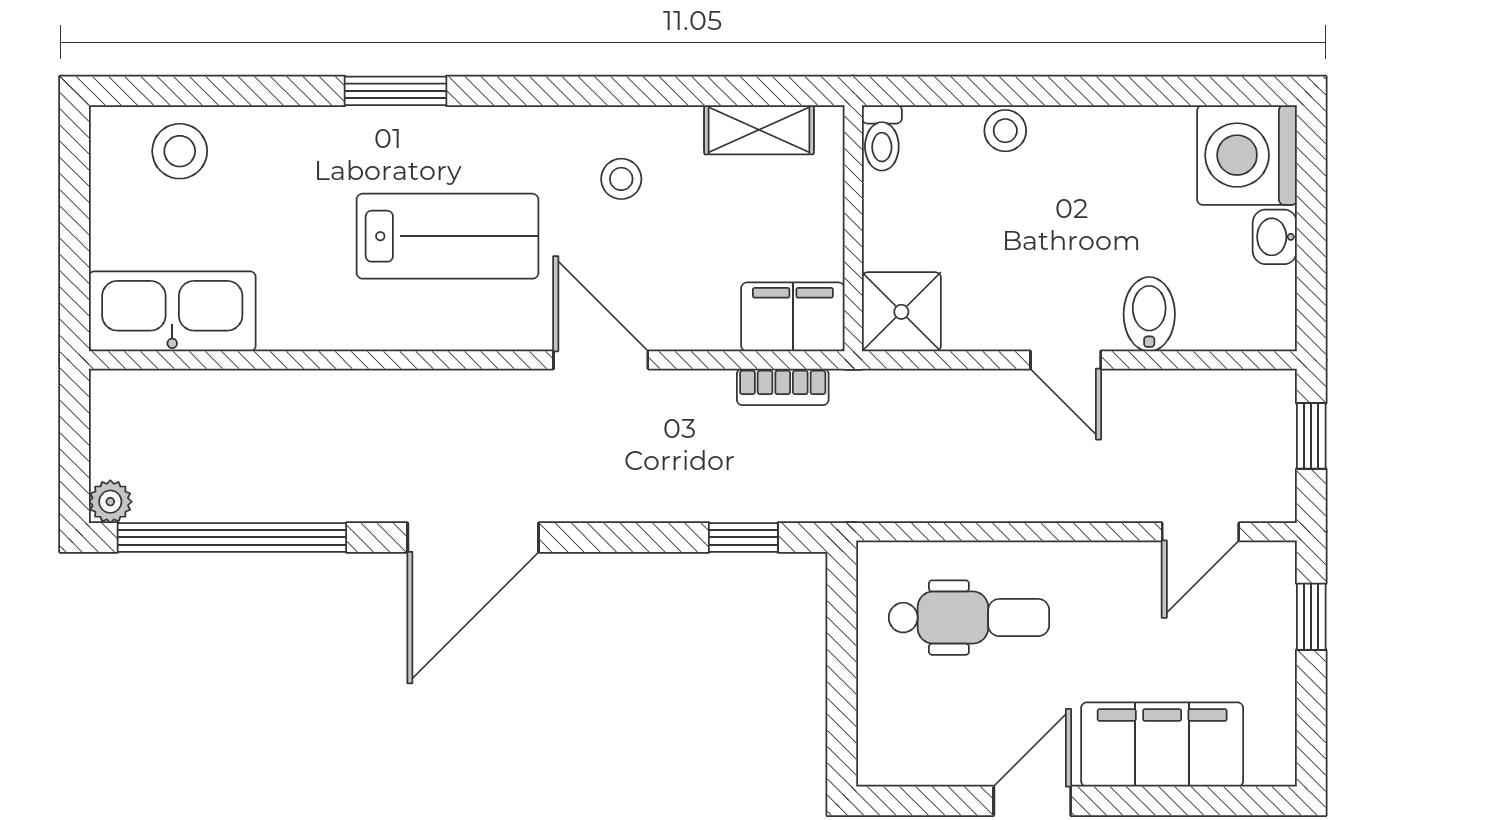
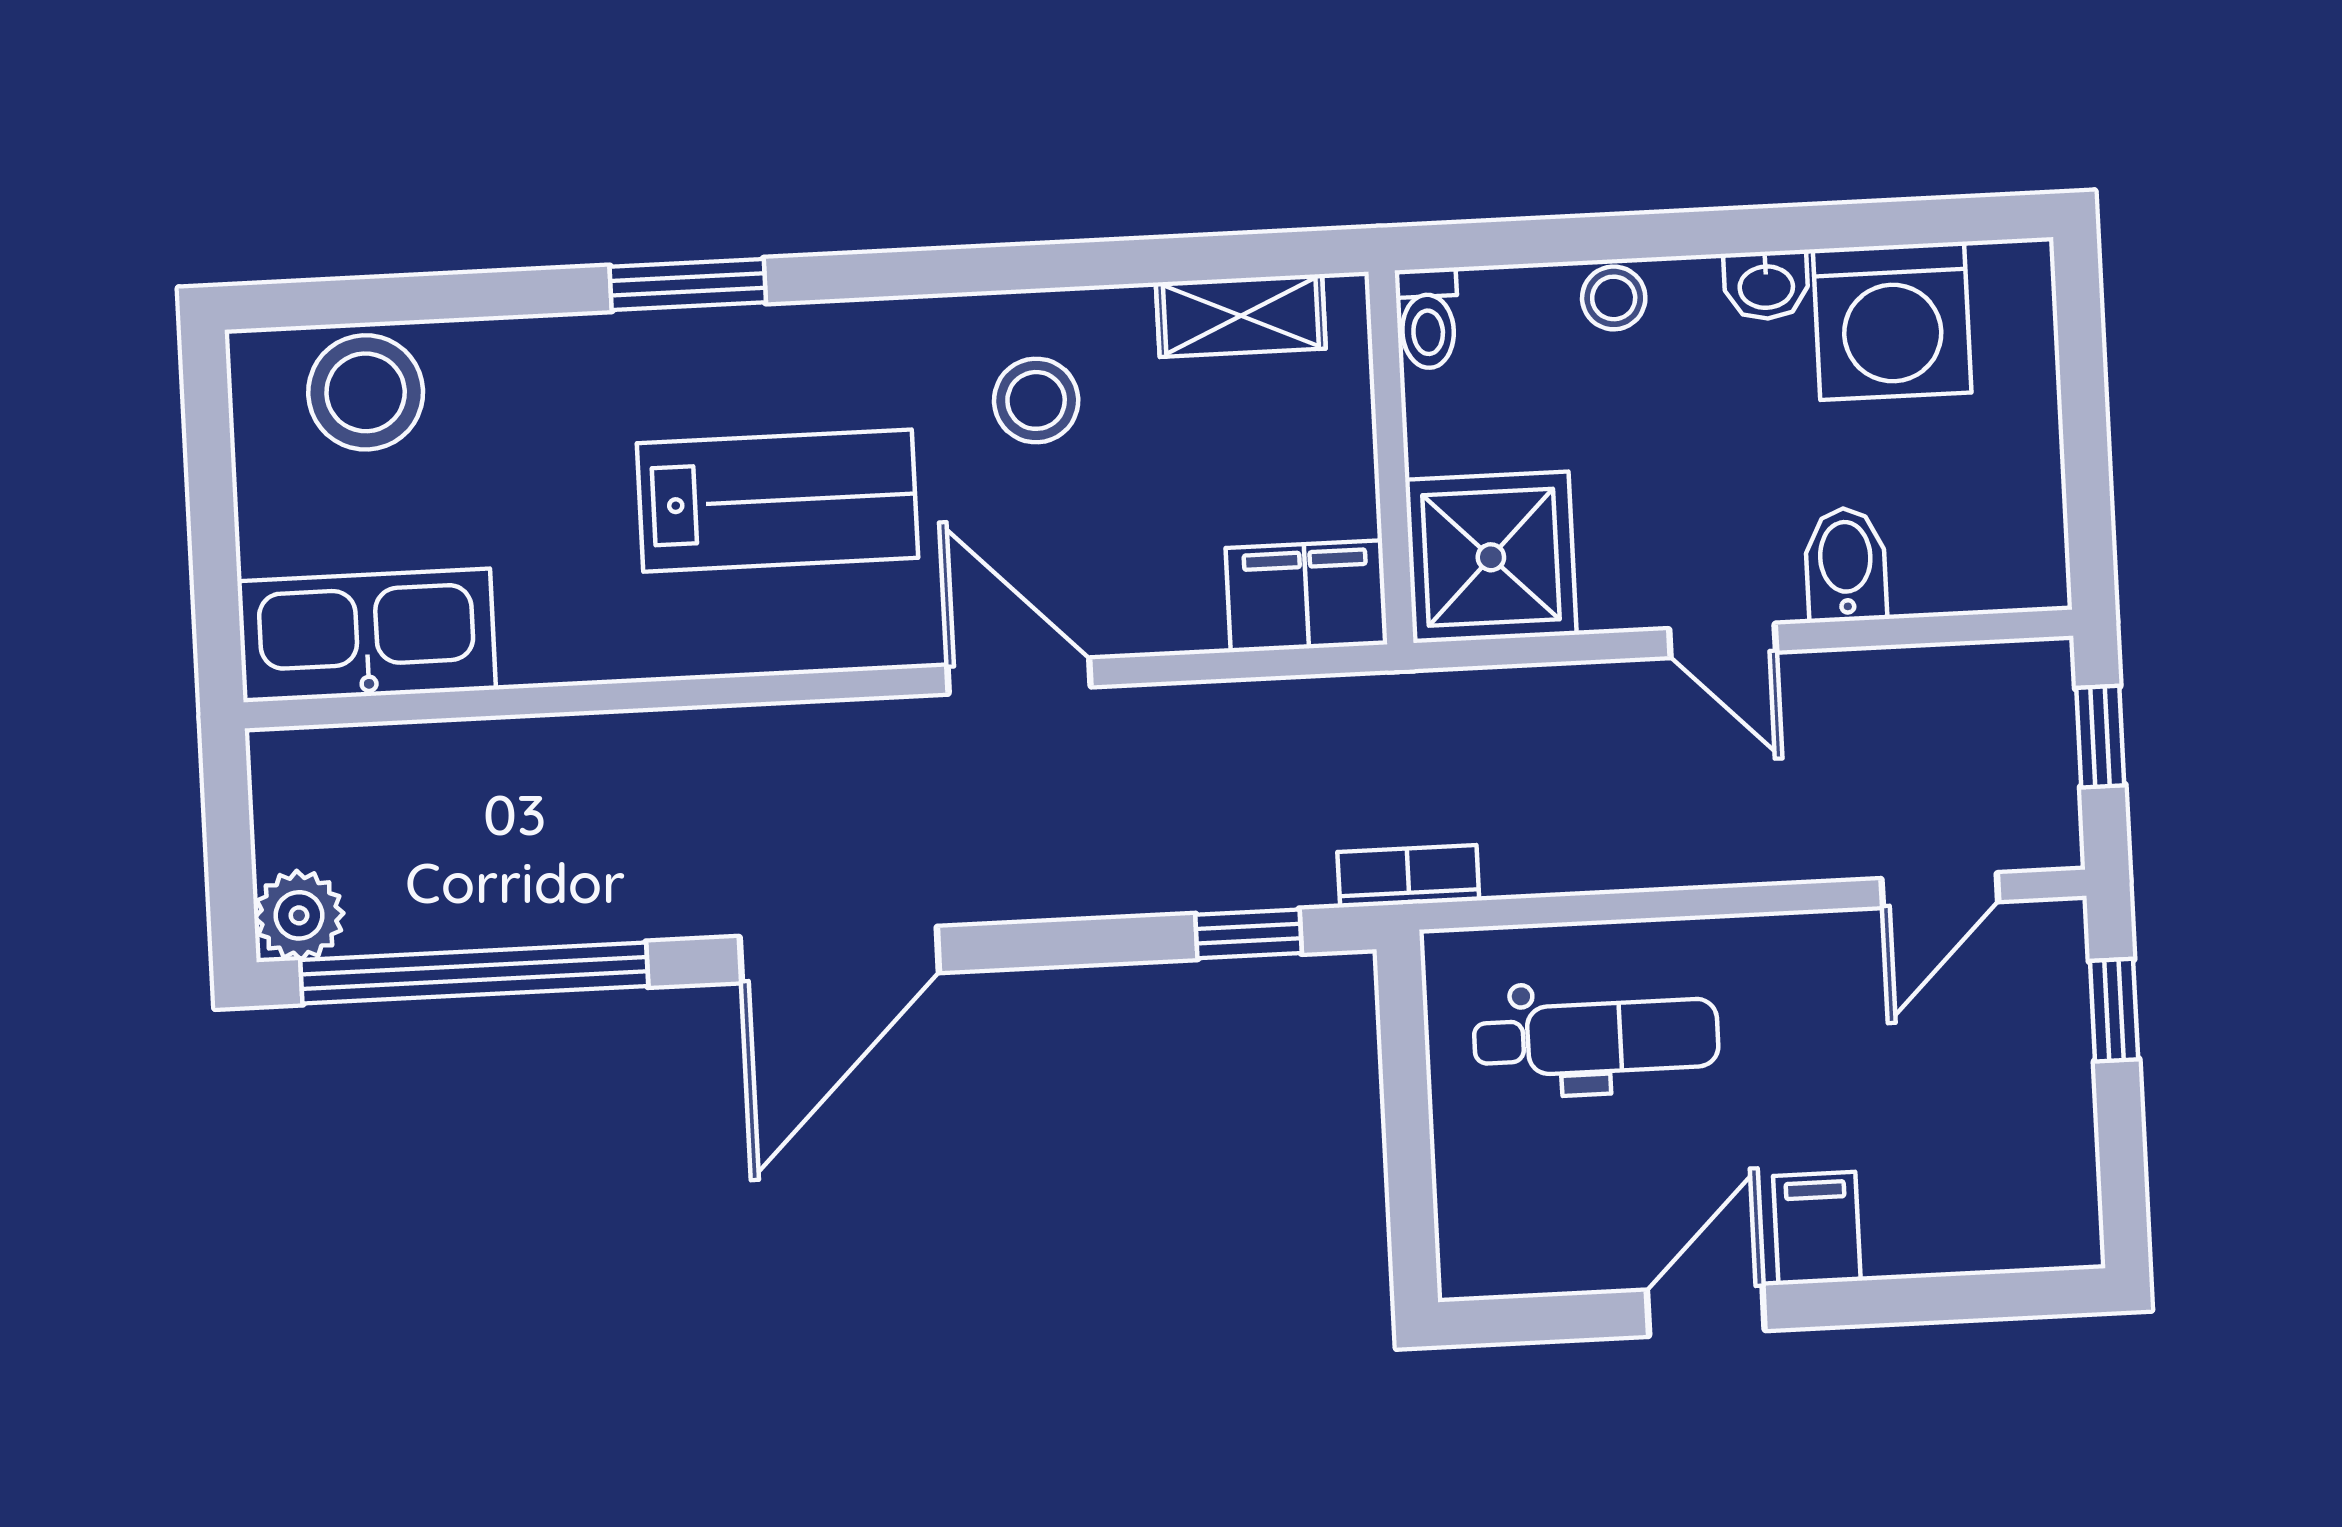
stool: (180, 151) -> (366, 392), width x1.38, depth x1.38
washing machine: (1247, 155) -> (1892, 321), moved, turned -90
stool: (621, 179) -> (1036, 400), width x1.37, depth x1.37
washbasin: (1275, 237) -> (1766, 285), moved, turned -90
shower: (901, 312) -> (1491, 557), width x1.36, depth x1.36
bookcase: (783, 387) -> (1408, 876), moved, turned 180
plant: (110, 502) -> (299, 915), width x1.38, depth x1.38
filing cabinet: (1162, 744) -> (1817, 1228), width x0.33, depth x0.86

